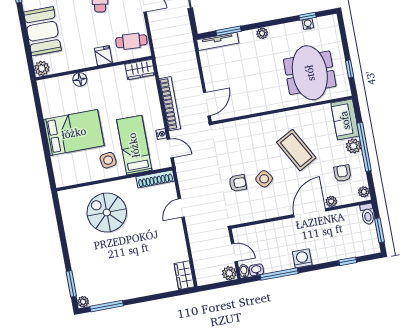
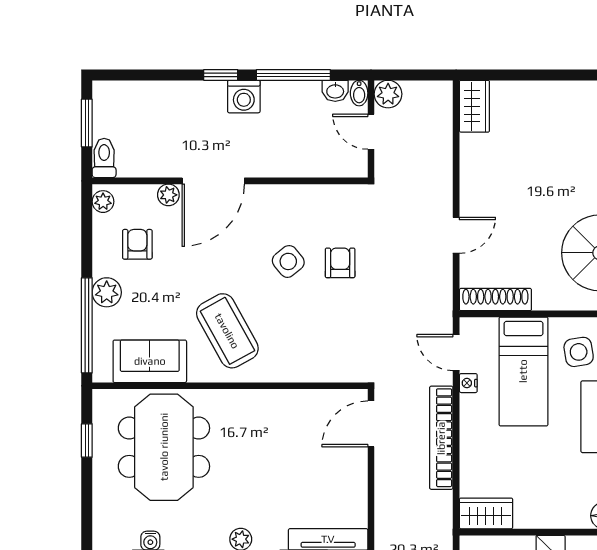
sofa: (345, 120) -> (150, 361), moved, turned -90
window: (364, 147) -> (87, 325), moved
coffee table: (296, 150) -> (227, 331), moved
armchair: (342, 173) -> (137, 244), turned 180
armchair: (238, 183) -> (340, 263), turned 90
window: (348, 261) -> (221, 75), moved

